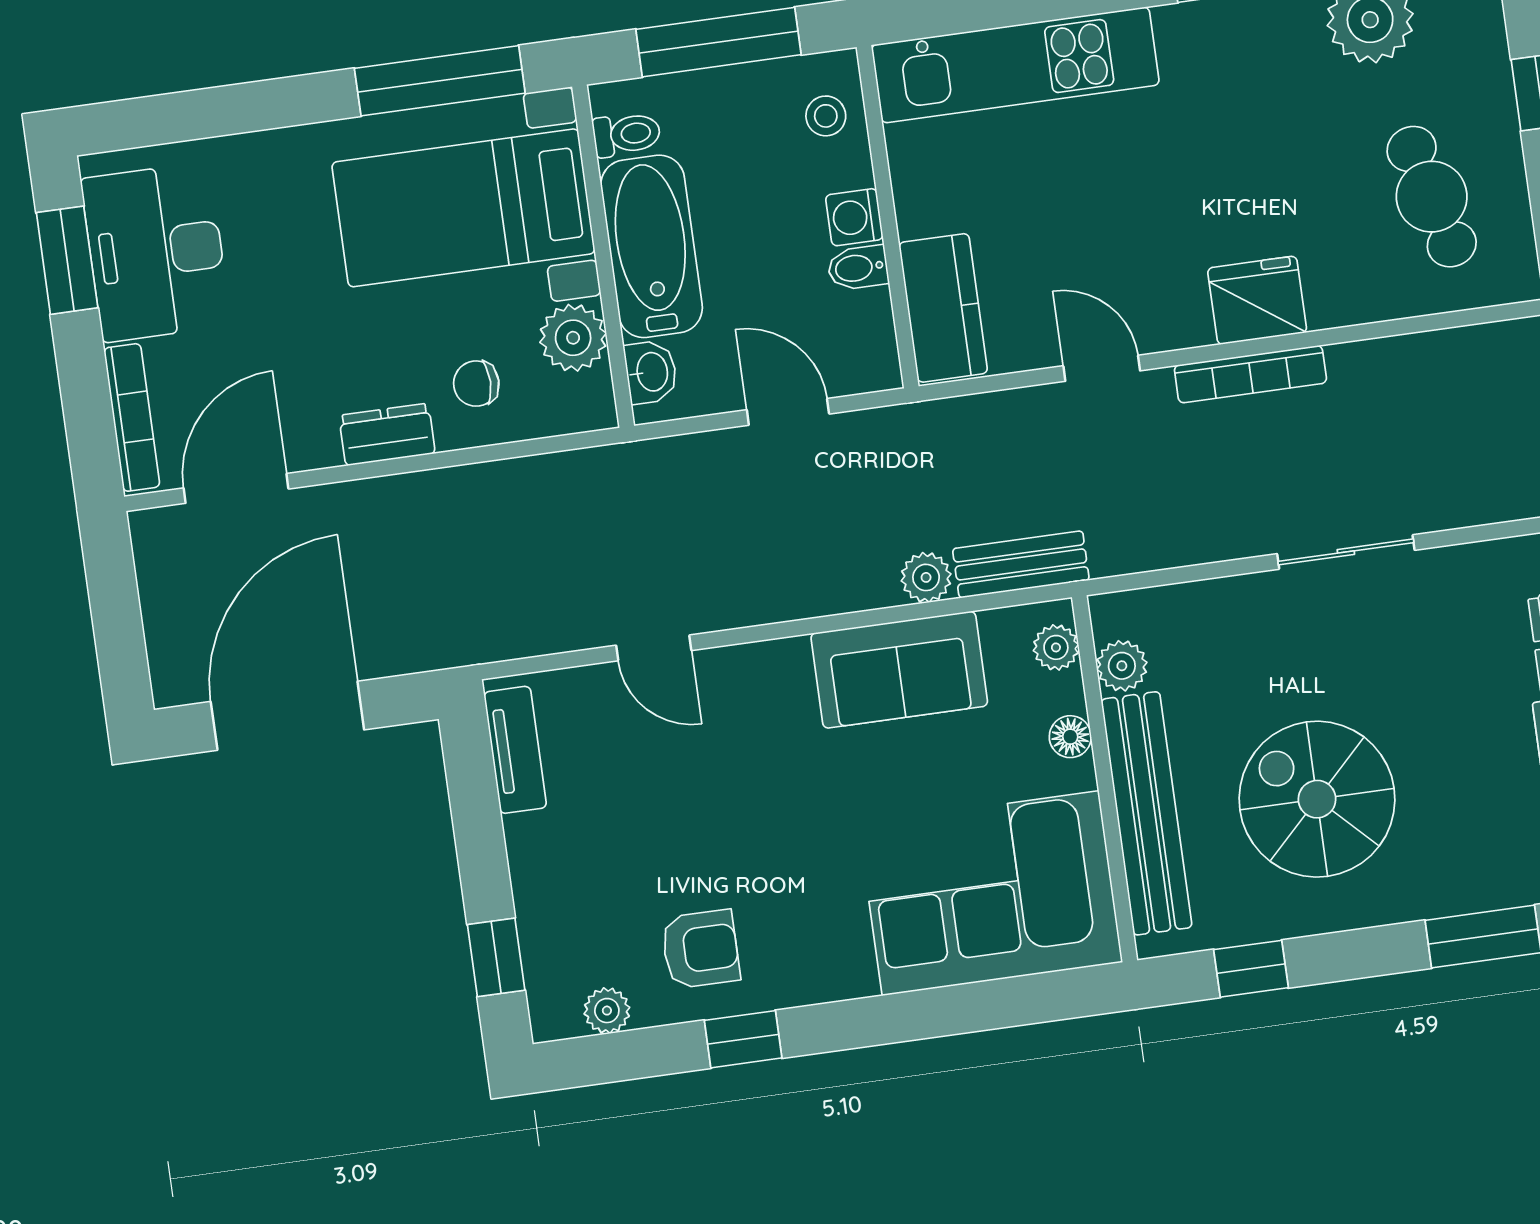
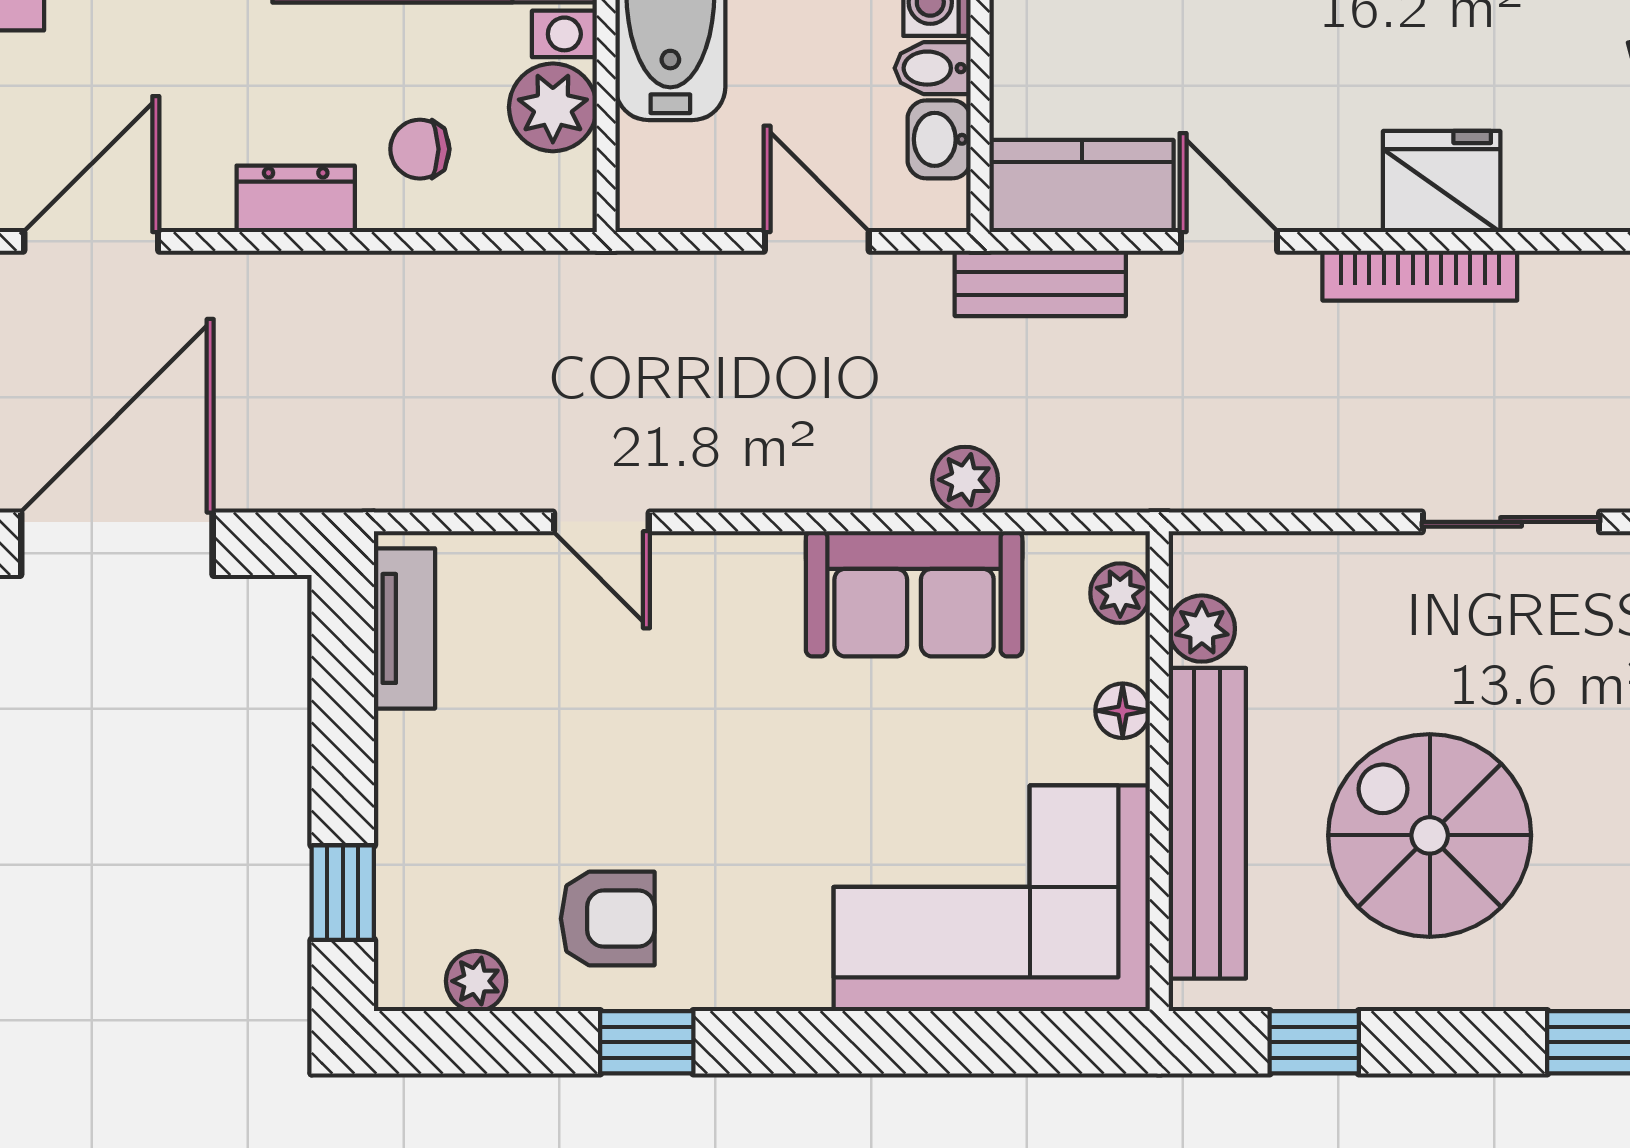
kitchen counter: (943, 308) -> (1082, 186), moved, turned -90
washbasin: (651, 372) -> (939, 139), moved, turned 180
bench: (1021, 564) -> (1040, 283), moved

